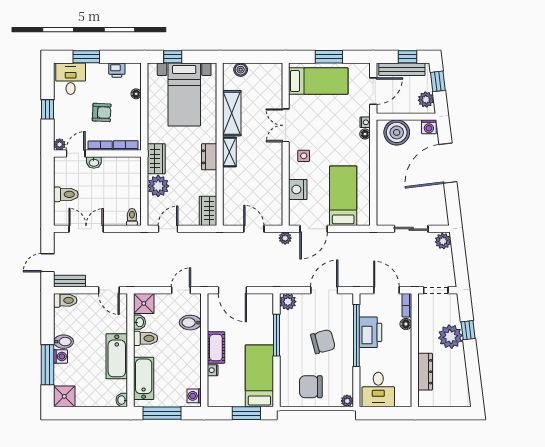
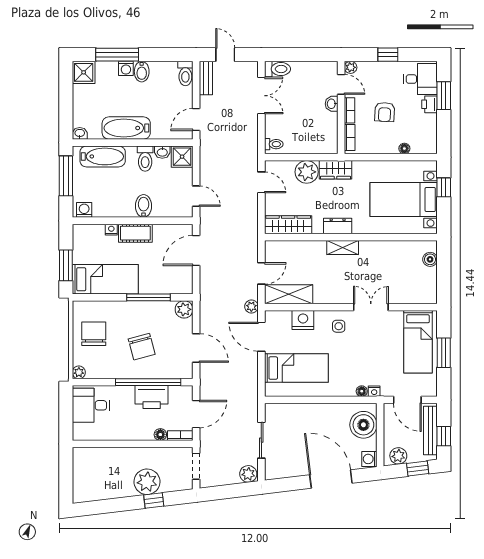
printer: (117, 70) -> (430, 104), moved
shelving: (232, 113) -> (289, 294), moved
toilet: (66, 194) -> (278, 69), moved, turned -90
wardrobe: (208, 211) -> (288, 225), width x1.50
bidet: (190, 323) -> (144, 206), moved
dresser: (425, 372) -> (110, 455), removed

